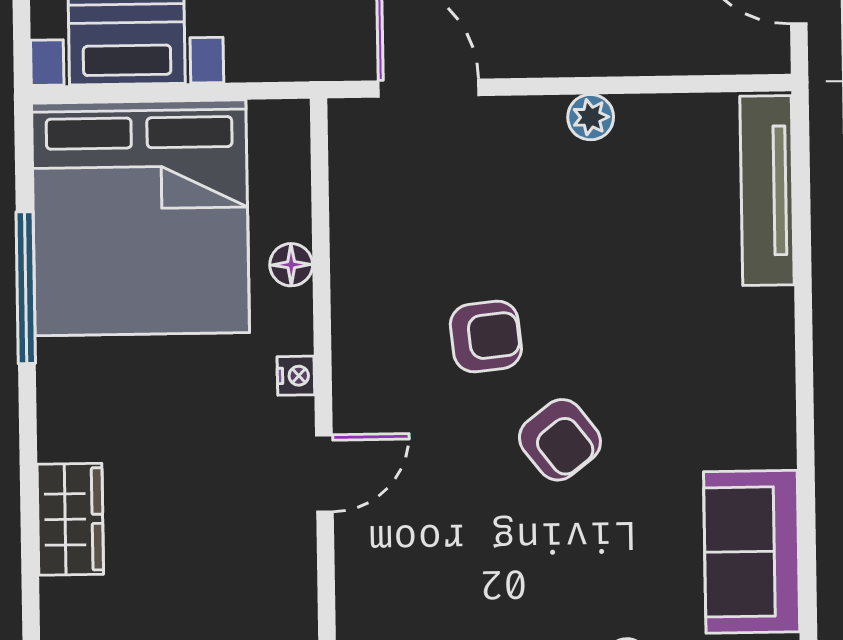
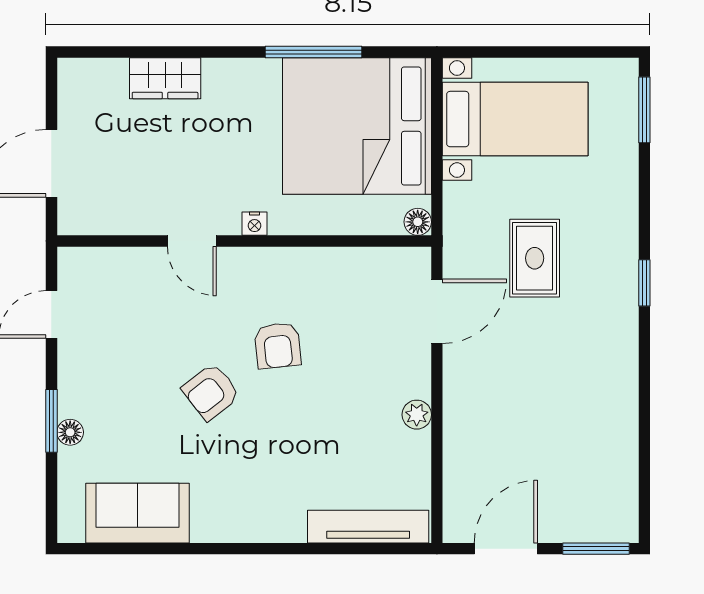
floor lamp: (291, 265) -> (418, 222), moved

